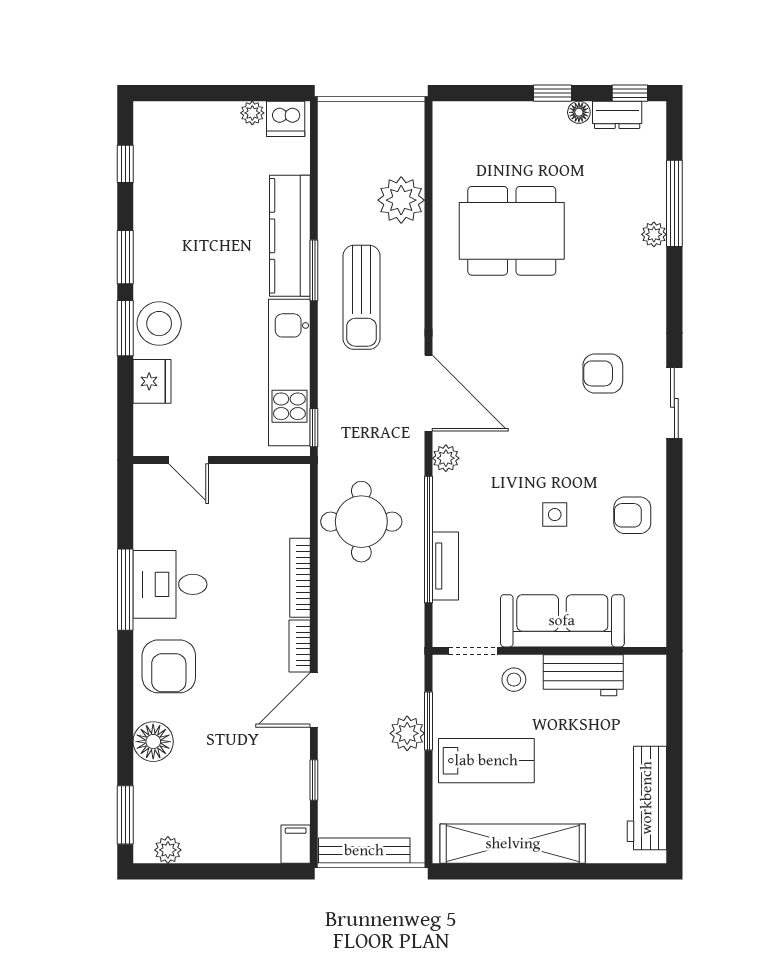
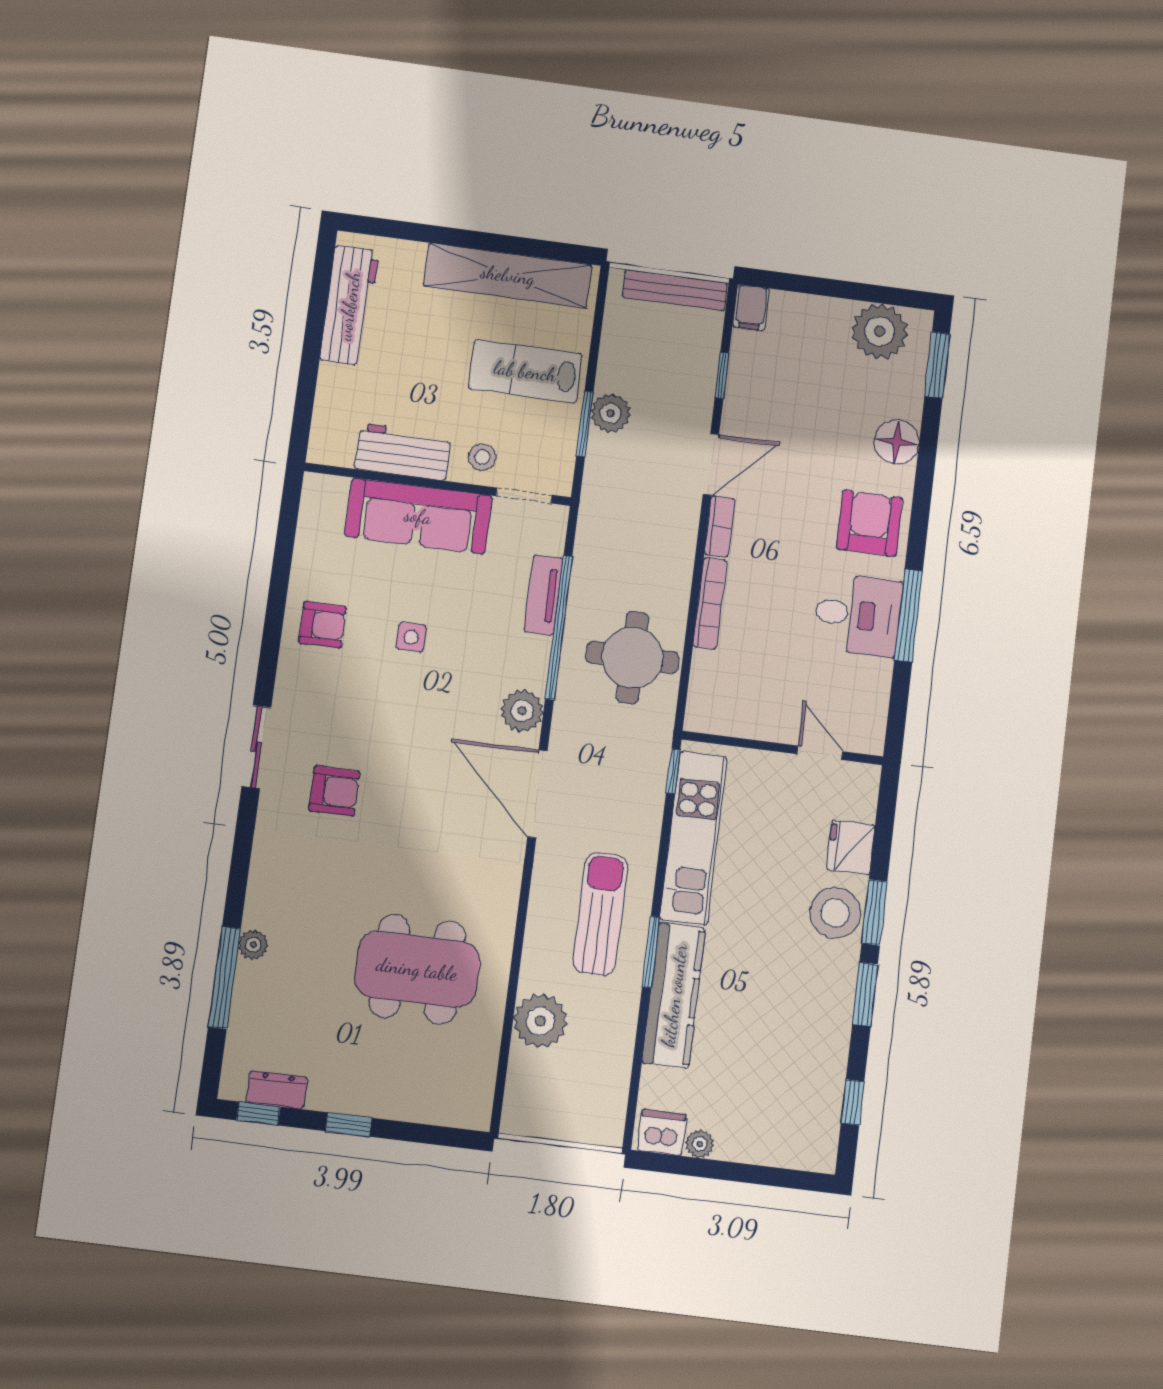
floor lamp: (579, 112) -> (321, 1098), removed
plant: (446, 458) -> (522, 711), width x1.38, depth x1.38
plant: (168, 850) -> (880, 331), width x1.87, depth x1.87

